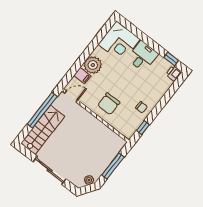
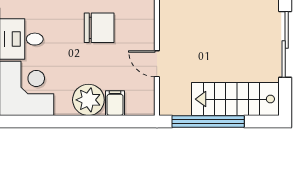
door: (71, 97) -> (157, 64), moved
chair: (109, 104) -> (99, 28), moved

